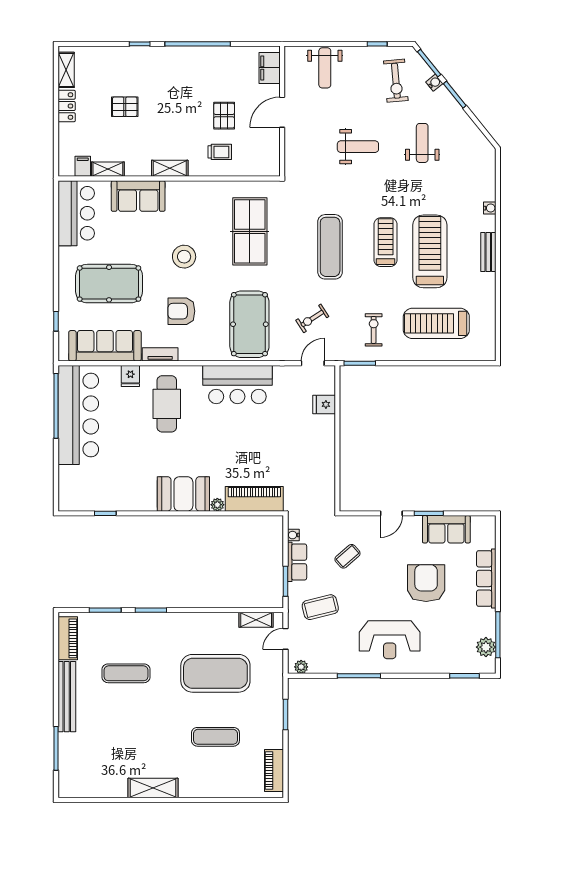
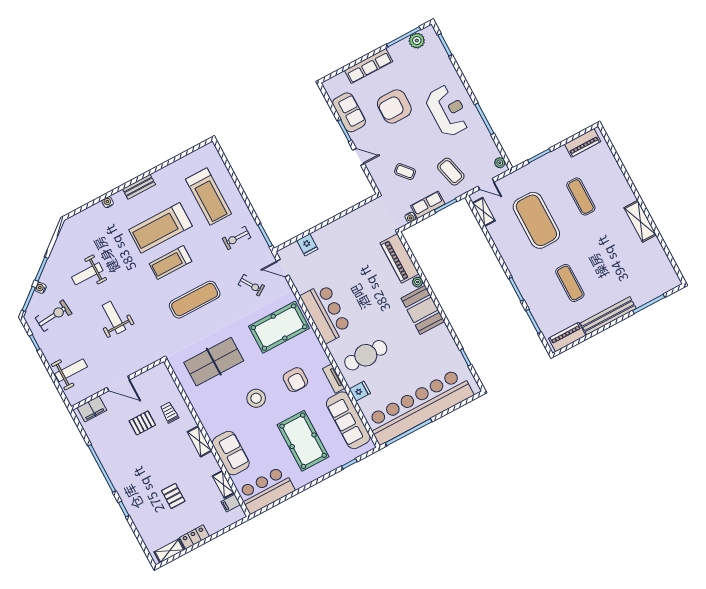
bar counter: (78, 415) -> (419, 406), width x1.36

